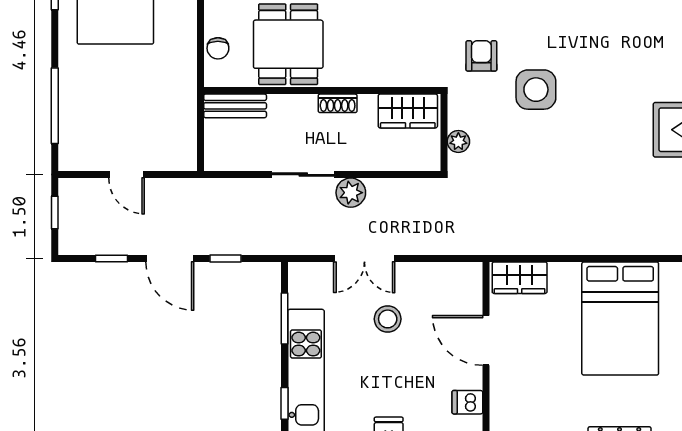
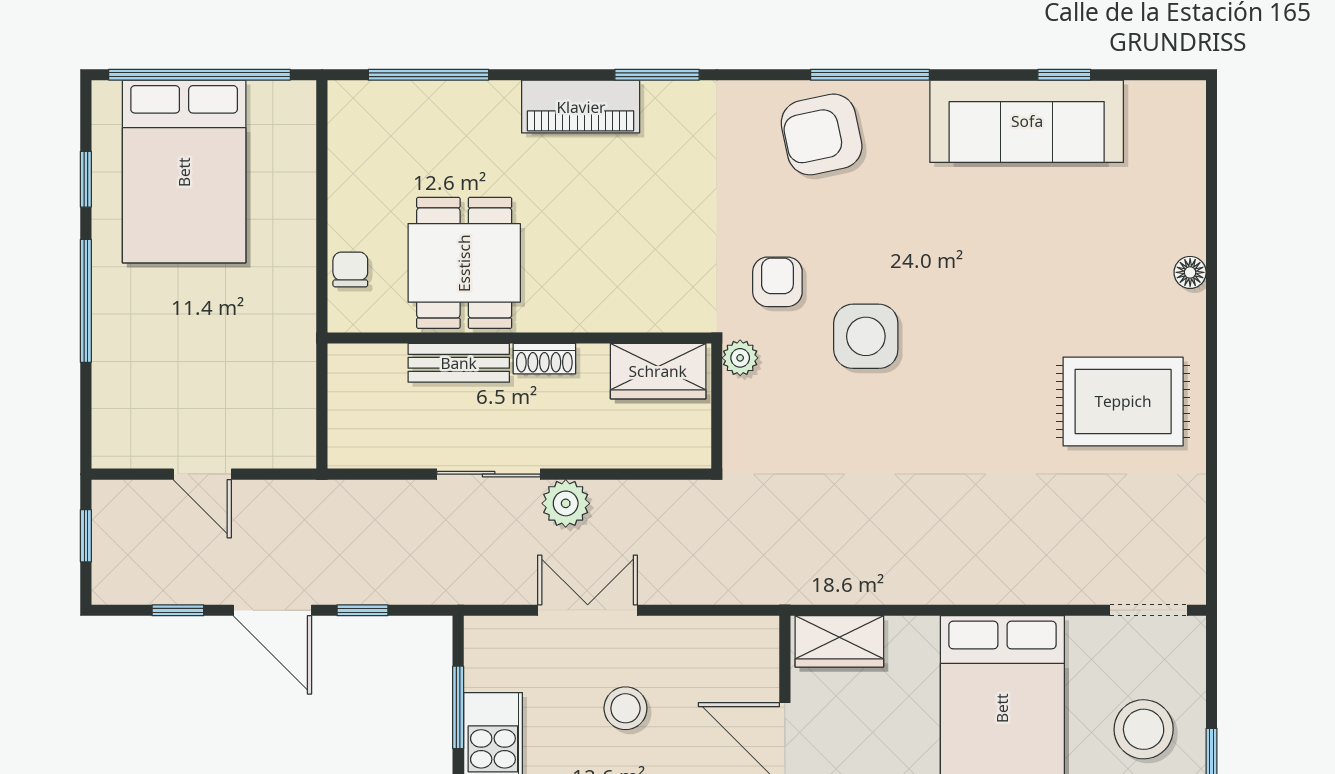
chair: (218, 48) -> (350, 269), turned 180
window: (55, 106) -> (86, 301), moved
bench: (235, 106) -> (459, 363), moved
plant: (458, 141) -> (740, 358), moved
double door: (364, 259) -> (588, 610), swing flipped

